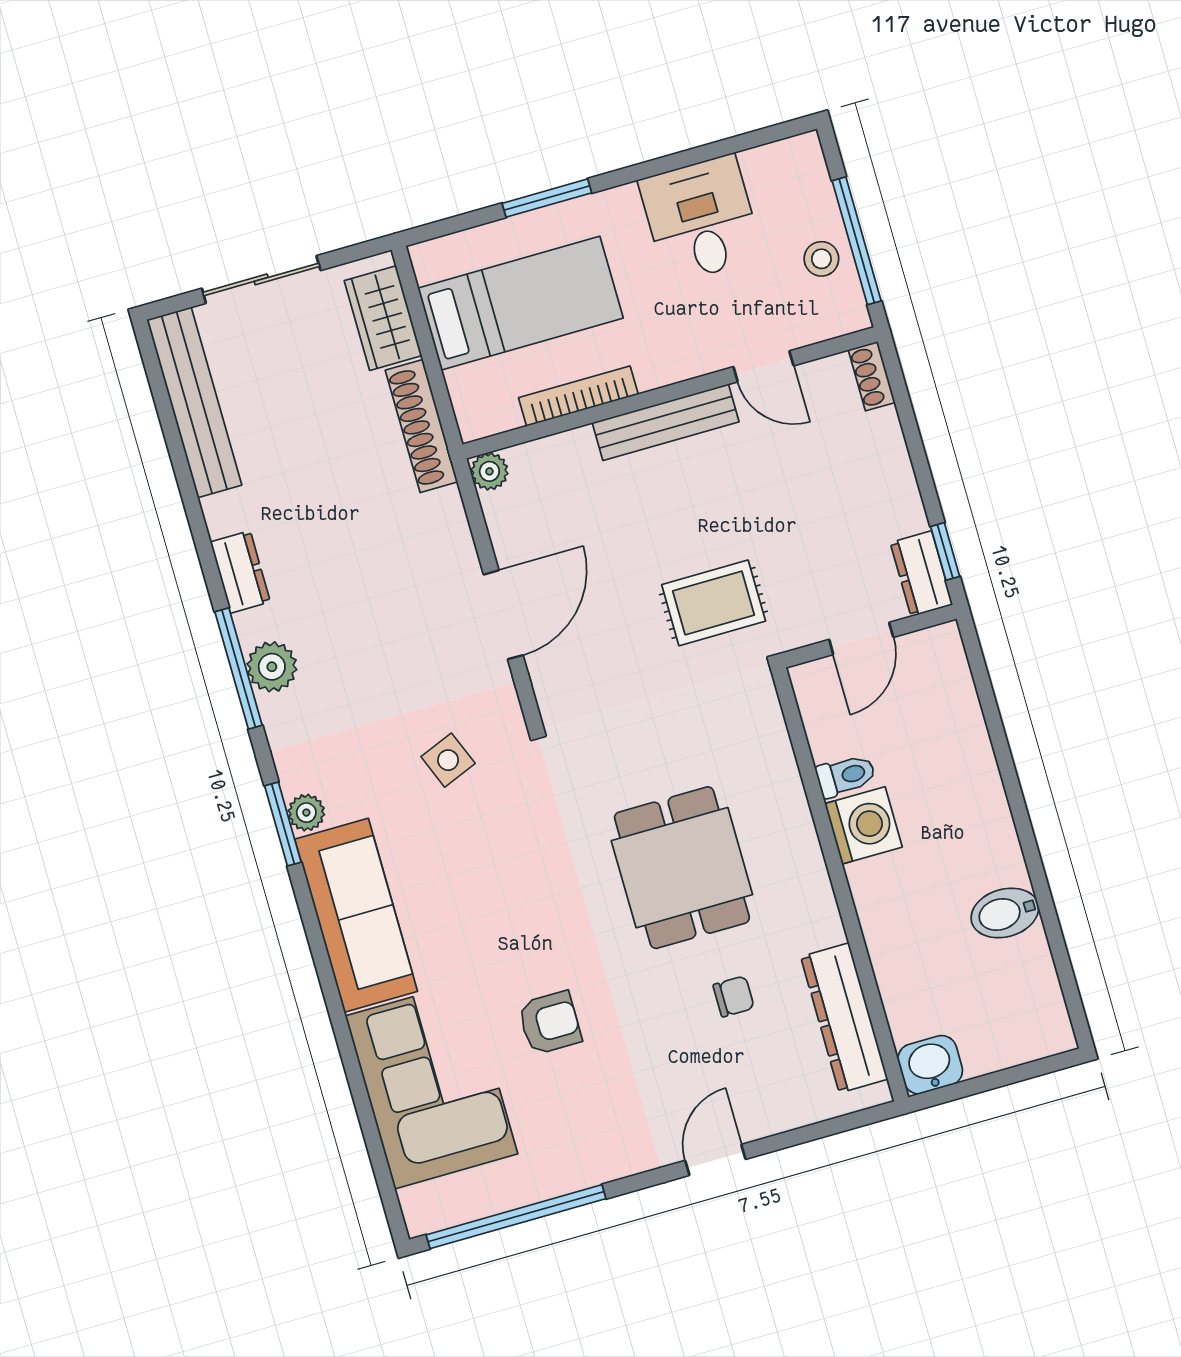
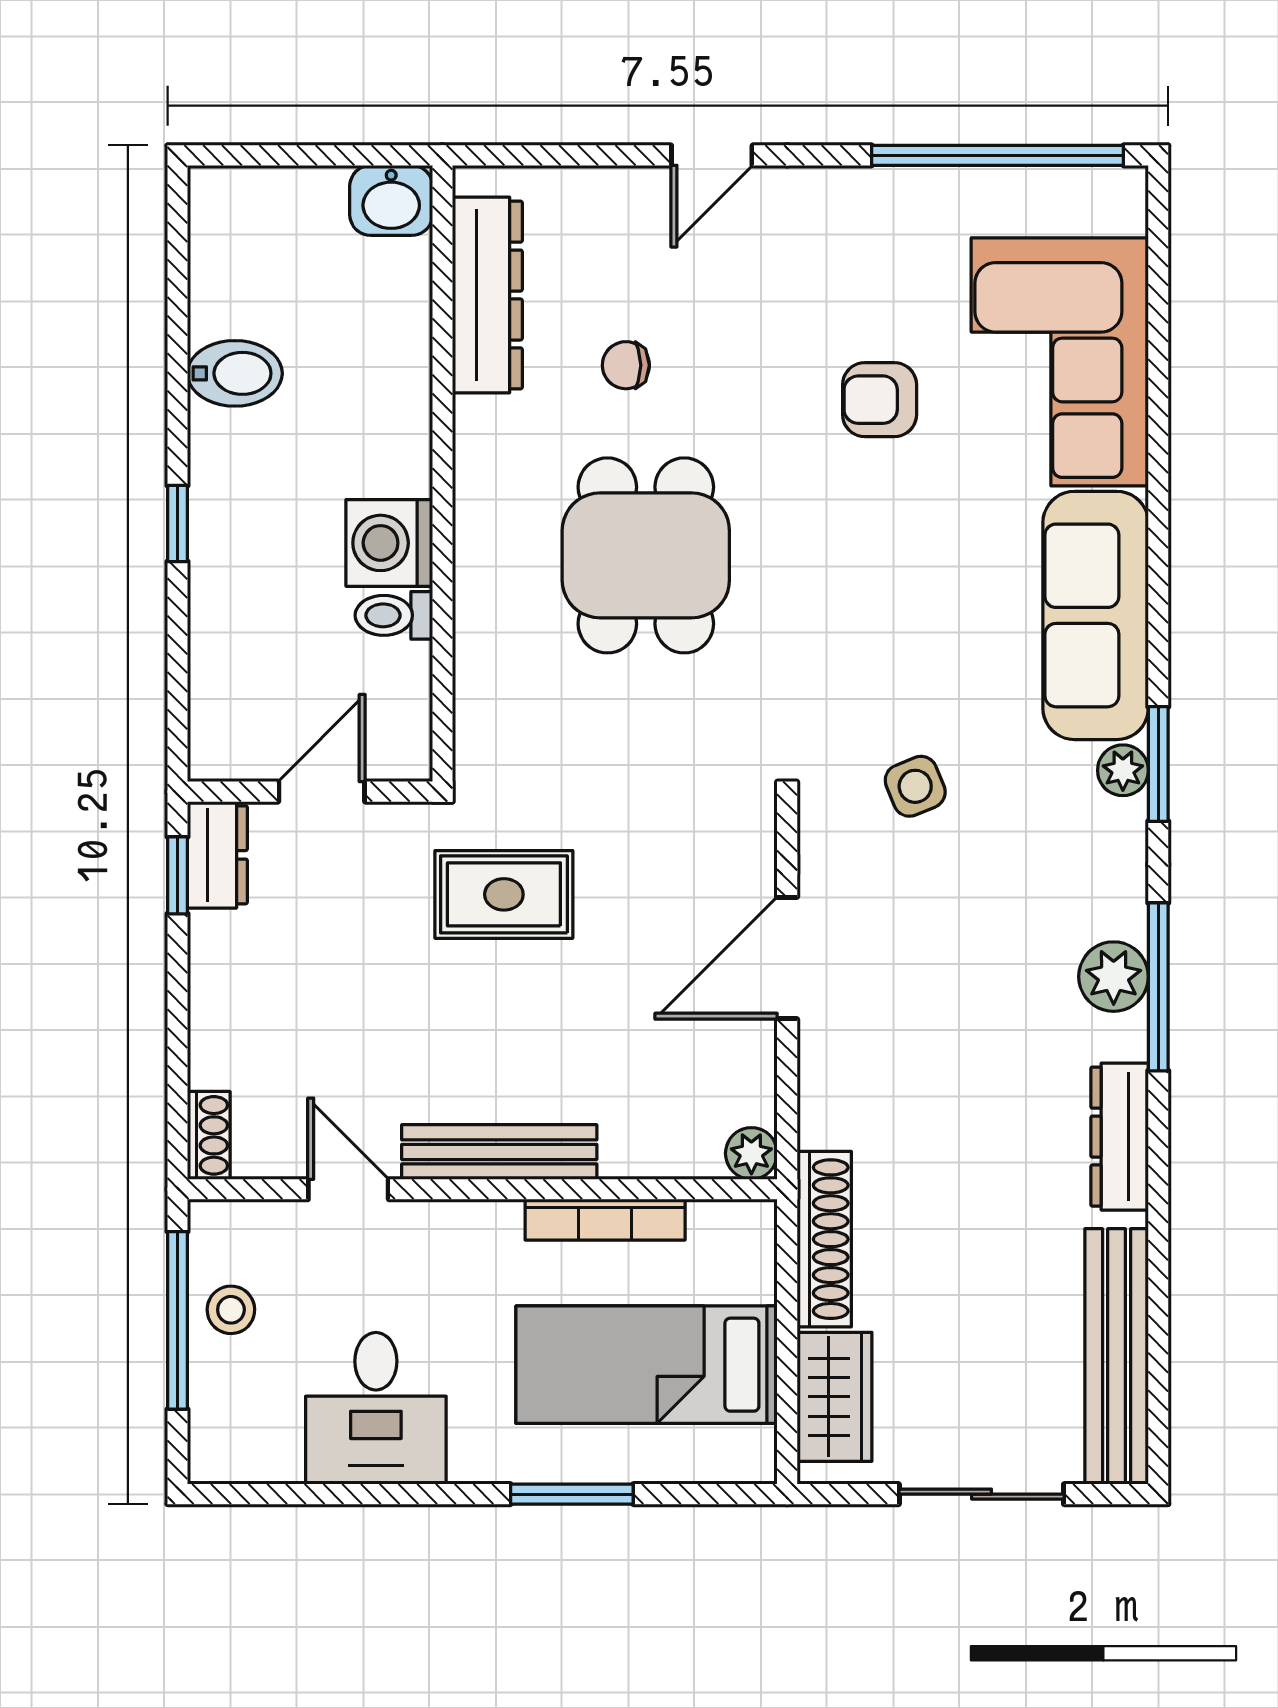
dresser: (240, 572) -> (1120, 1137), width x1.44
window: (1015, 797) -> (177, 523), added

